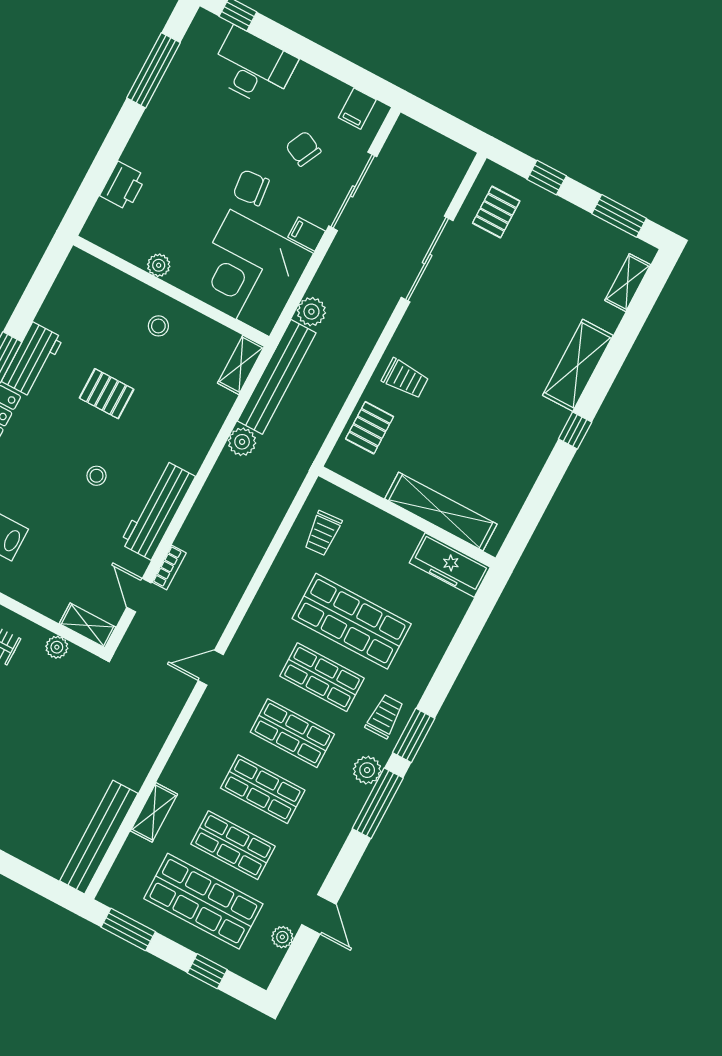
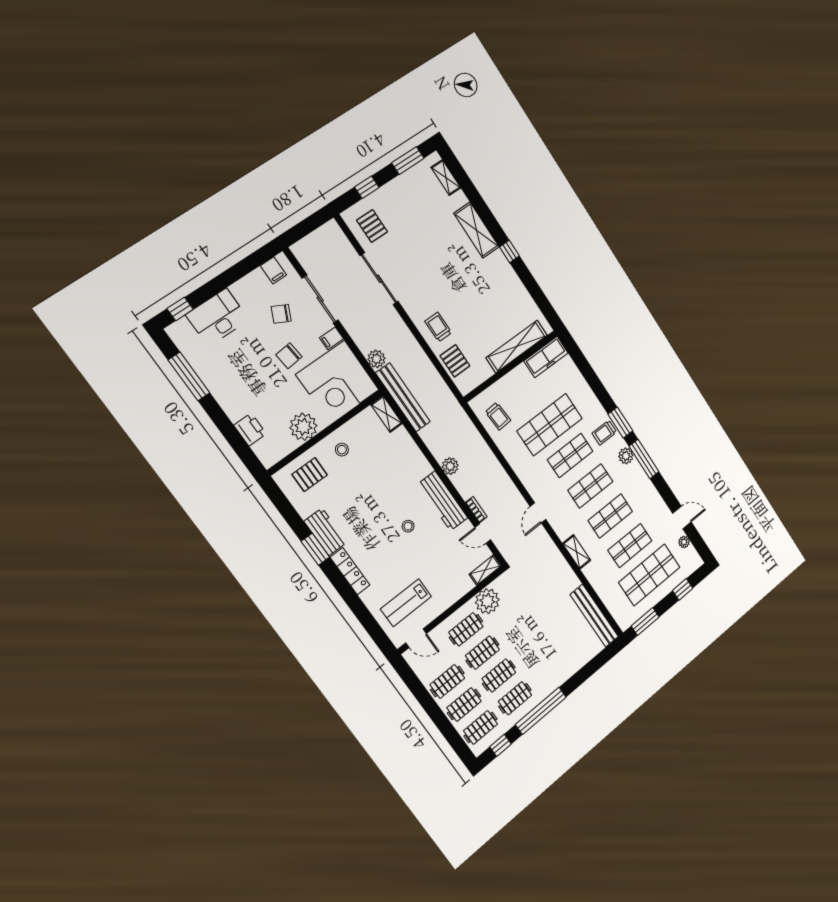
plant: (159, 265) -> (303, 427), width x1.88, depth x1.88
trolley: (405, 378) -> (438, 327), turned -90
pallet: (107, 394) -> (310, 475), moved
plant: (242, 442) -> (450, 466), moved
plant: (57, 647) -> (487, 601), width x1.87, depth x1.87
trolley: (385, 716) -> (604, 433), turned -90
shelving: (154, 812) -> (577, 552), moved

